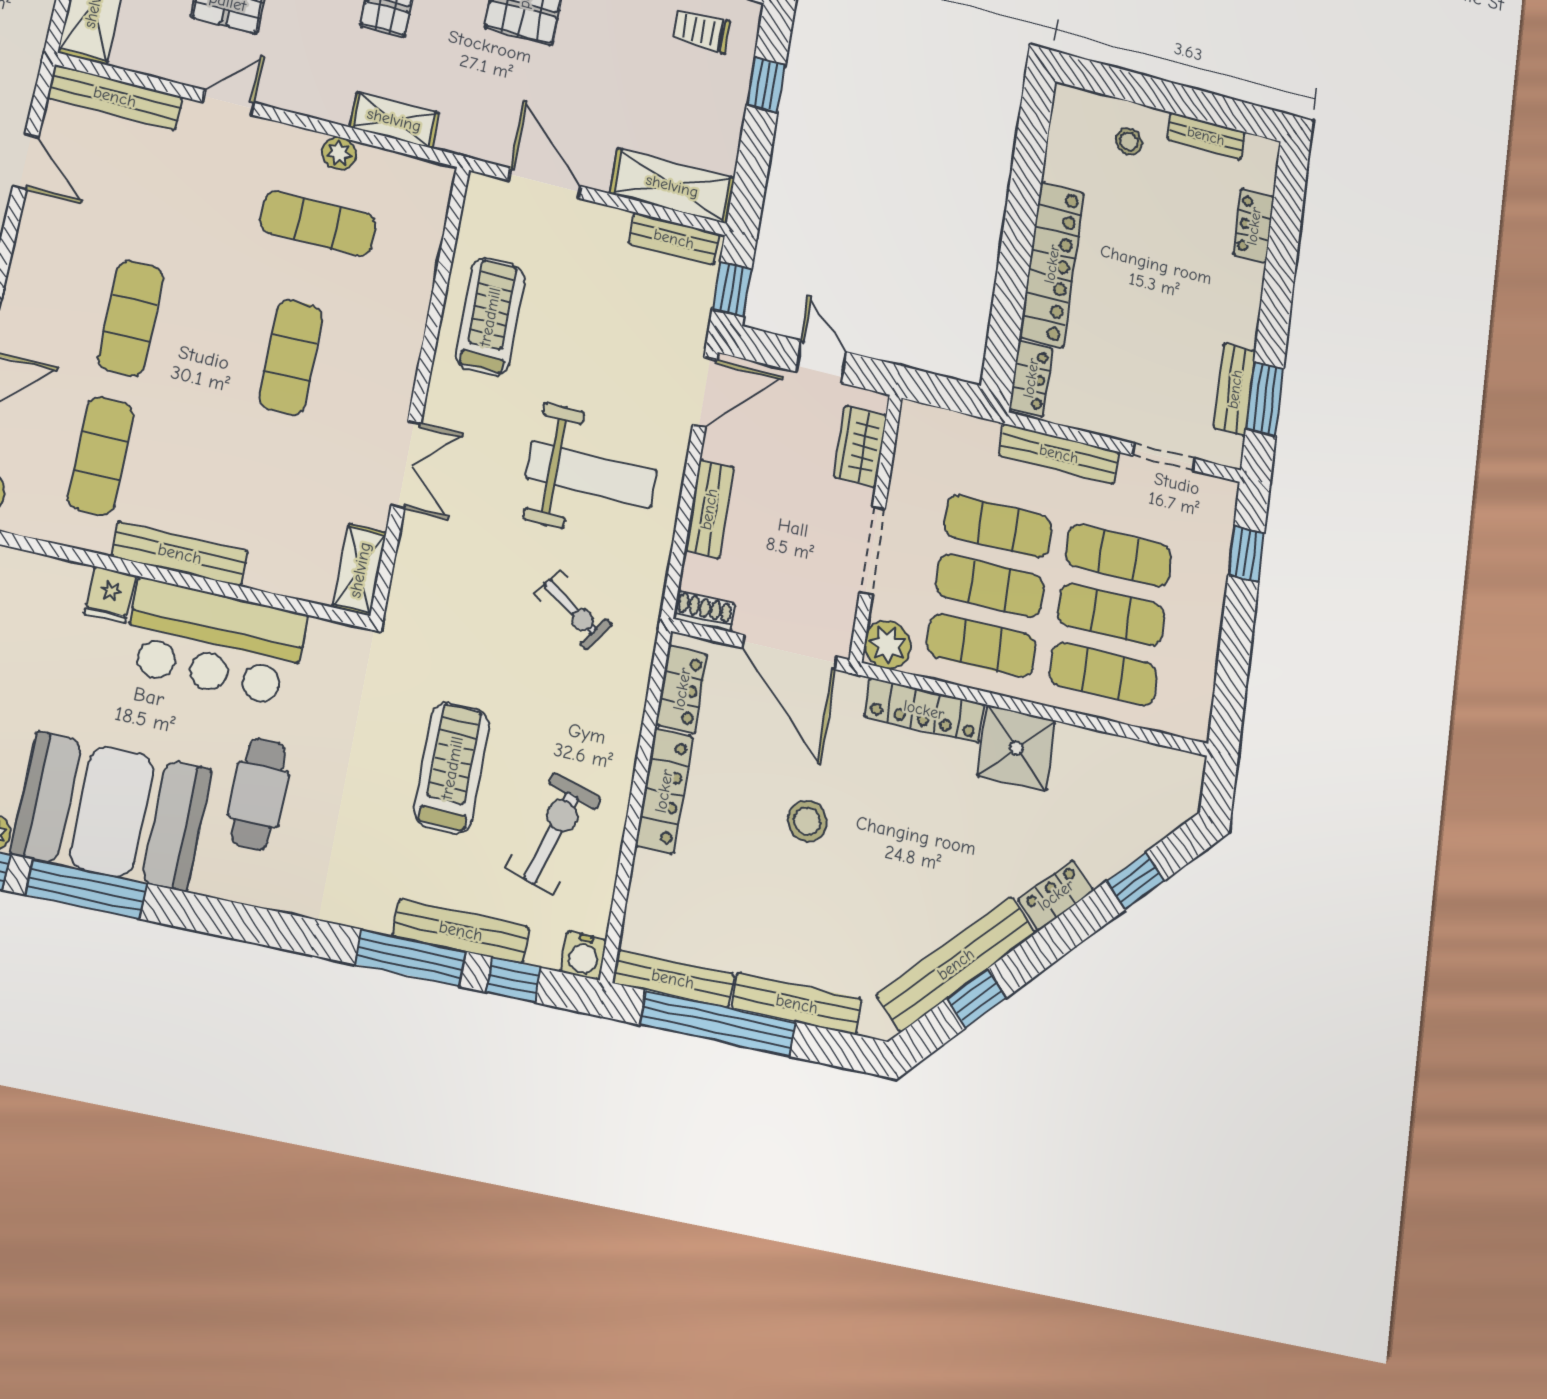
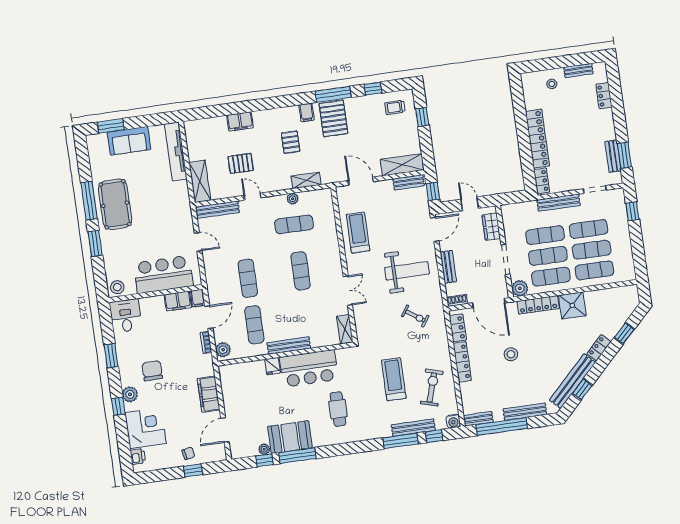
door: (229, 102) -> (252, 197), hinge flipped
booth: (112, 811) -> (290, 437), width x0.73, depth x0.70
bench: (673, 979) -> (478, 419), width x0.73

